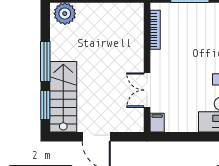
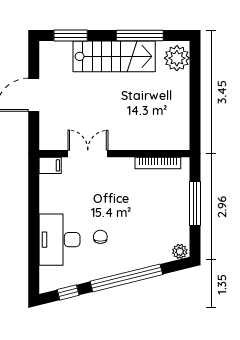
window: (45, 61) -> (140, 36), moved
stairs: (63, 97) -> (114, 56), moved

